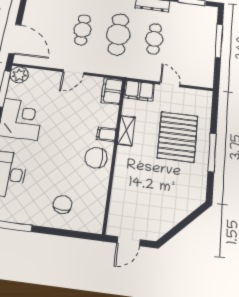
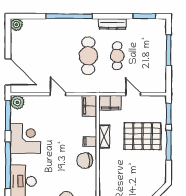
cafe table: (83, 30) -> (59, 56), removed
door: (73, 72) -> (58, 94), swing flipped
window: (214, 114) -> (169, 114), added
pallet: (178, 137) -> (142, 136), turned 90

